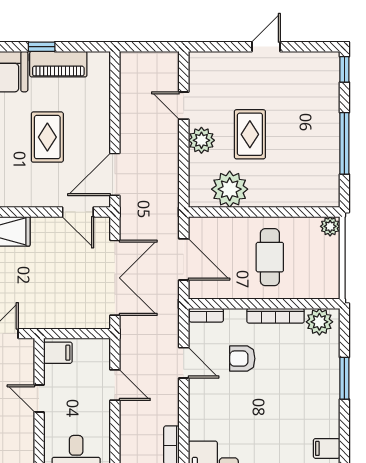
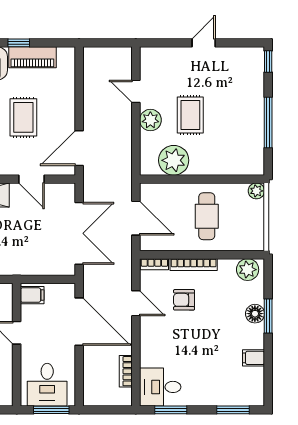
door: (78, 212) -> (31, 179), moved
bookcase: (276, 316) -> (194, 265), moved
floor lamp: (328, 375) -> (255, 314), added
door: (115, 385) -> (79, 322), width x1.87
filing cabinet: (327, 448) -> (254, 358), moved

